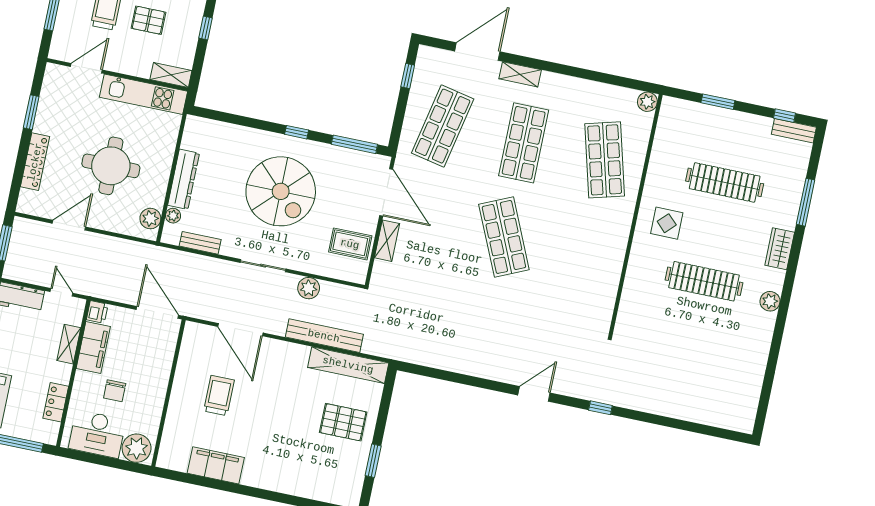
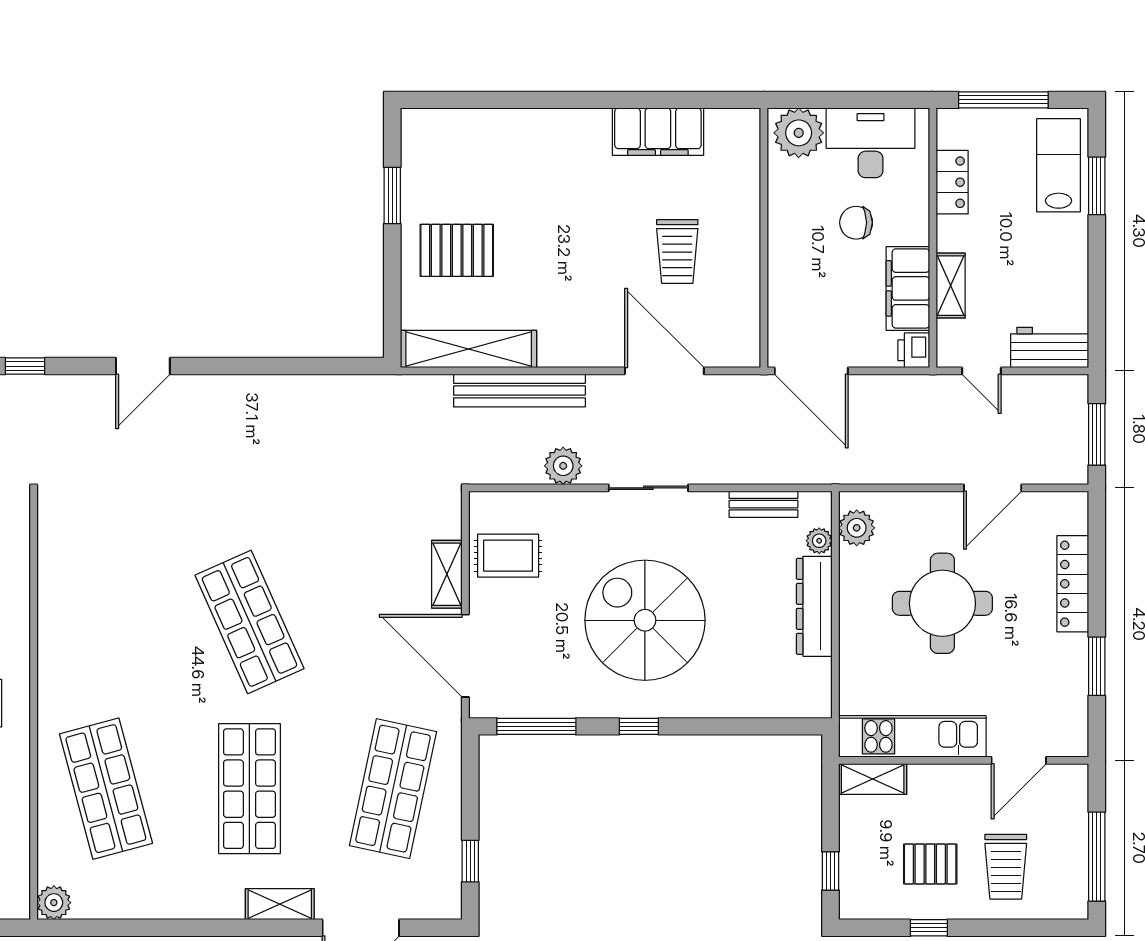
chair: (115, 391) -> (856, 223), turned -90

